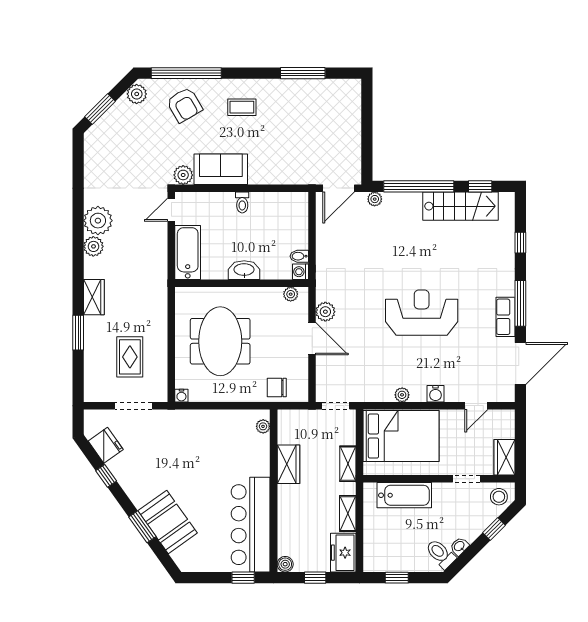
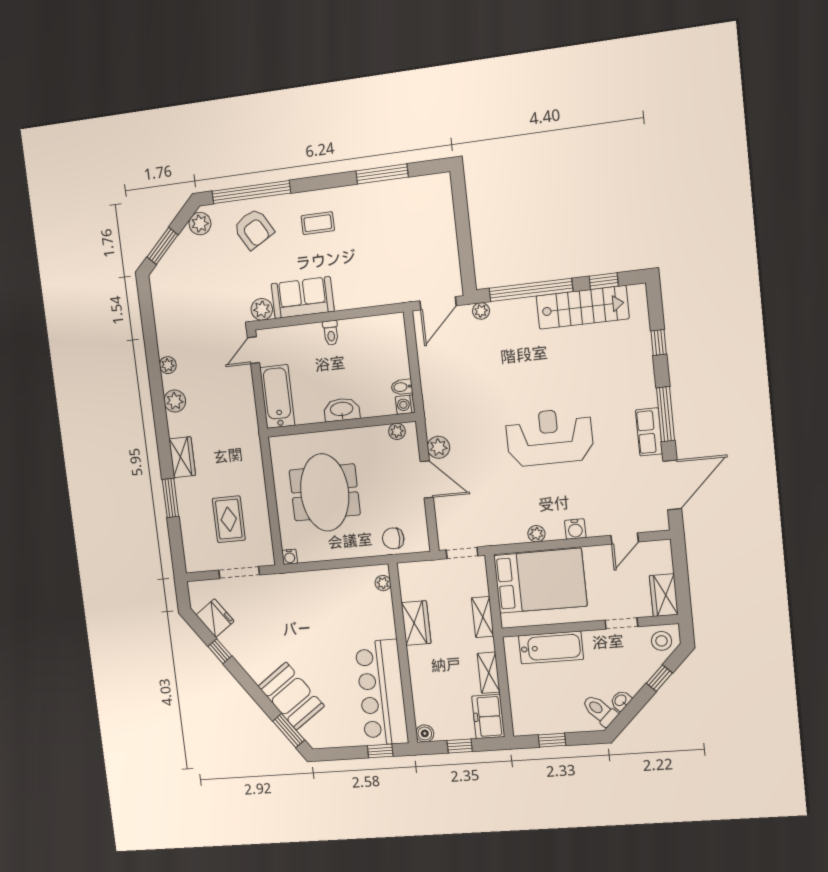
plant: (98, 221) -> (168, 365), width x0.53, depth x0.53
window: (142, 527) -> (289, 731), moved

